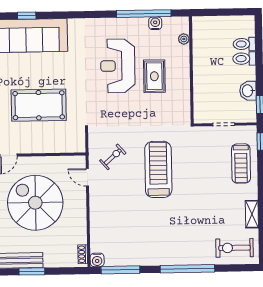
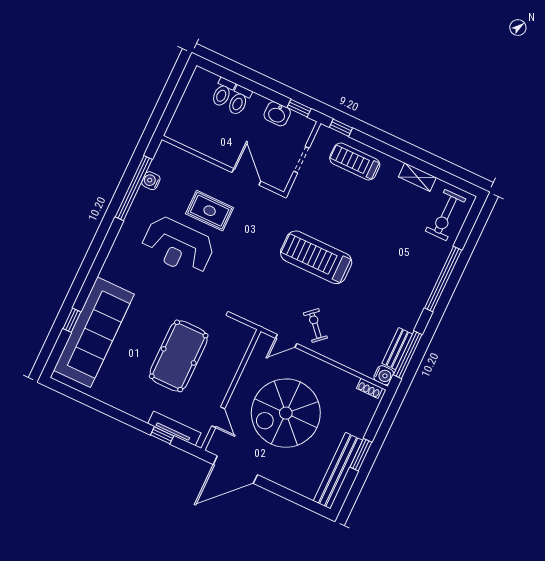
plant: (184, 39) -> (184, 157), removed
door: (192, 91) -> (246, 177), added
exercise bike: (113, 157) -> (315, 325), moved
treadmill: (241, 163) -> (355, 162), turned 180
bench: (121, 260) -> (397, 349), added

